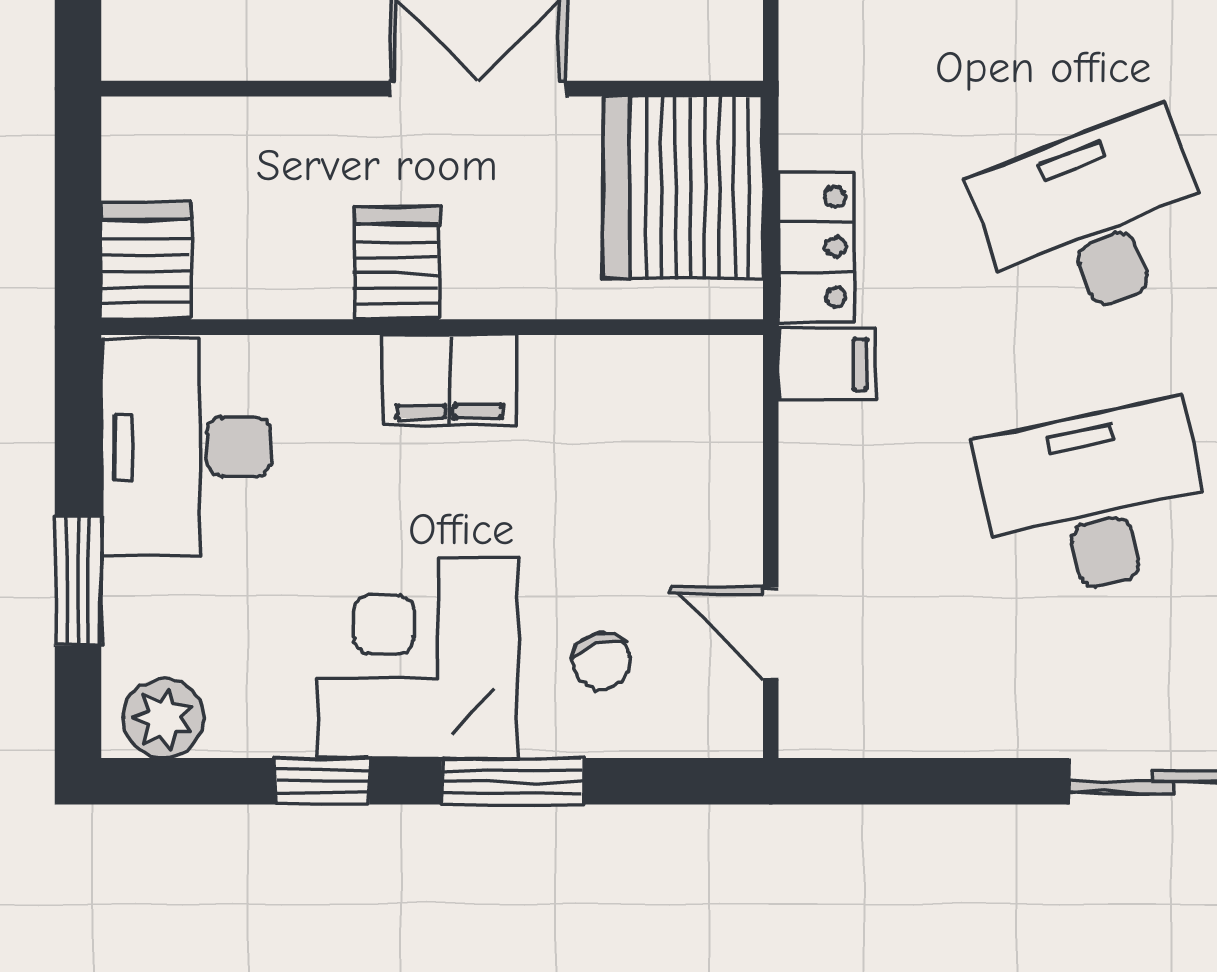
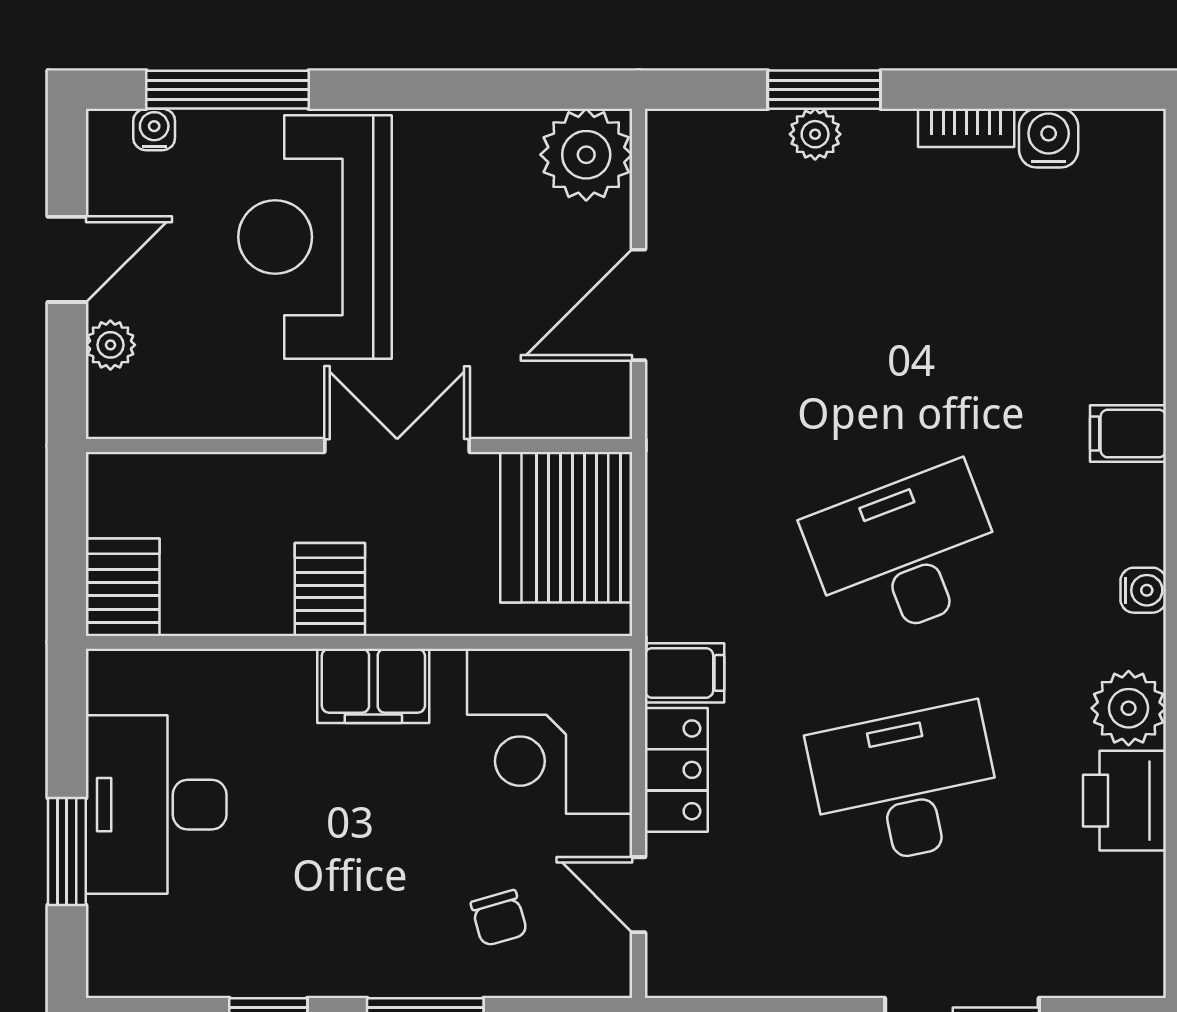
locker: (816, 247) -> (676, 770), moved
desk: (186, 447) -> (156, 805), moved
corner desk: (418, 658) -> (550, 731), moved, turned -90
plant: (163, 718) -> (137, 965), removed

